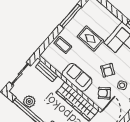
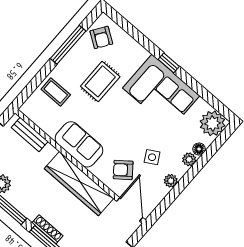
rug: (90, 39) -> (100, 81), turned 90
armchair: (108, 70) -> (101, 37), moved

